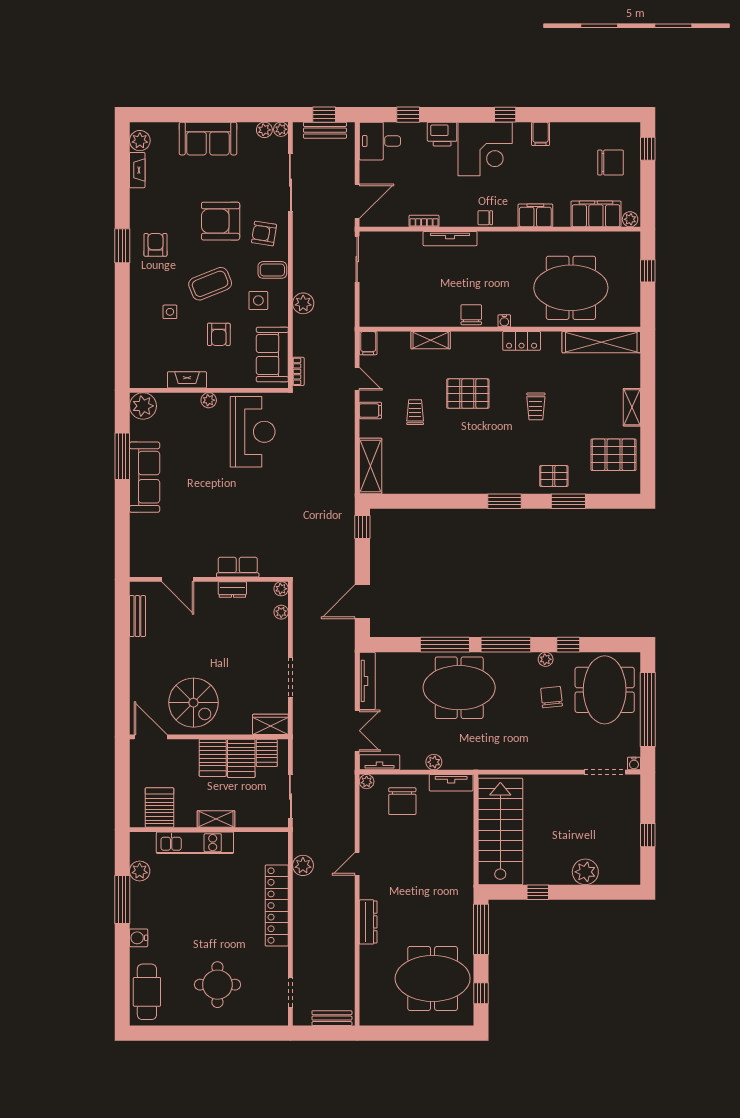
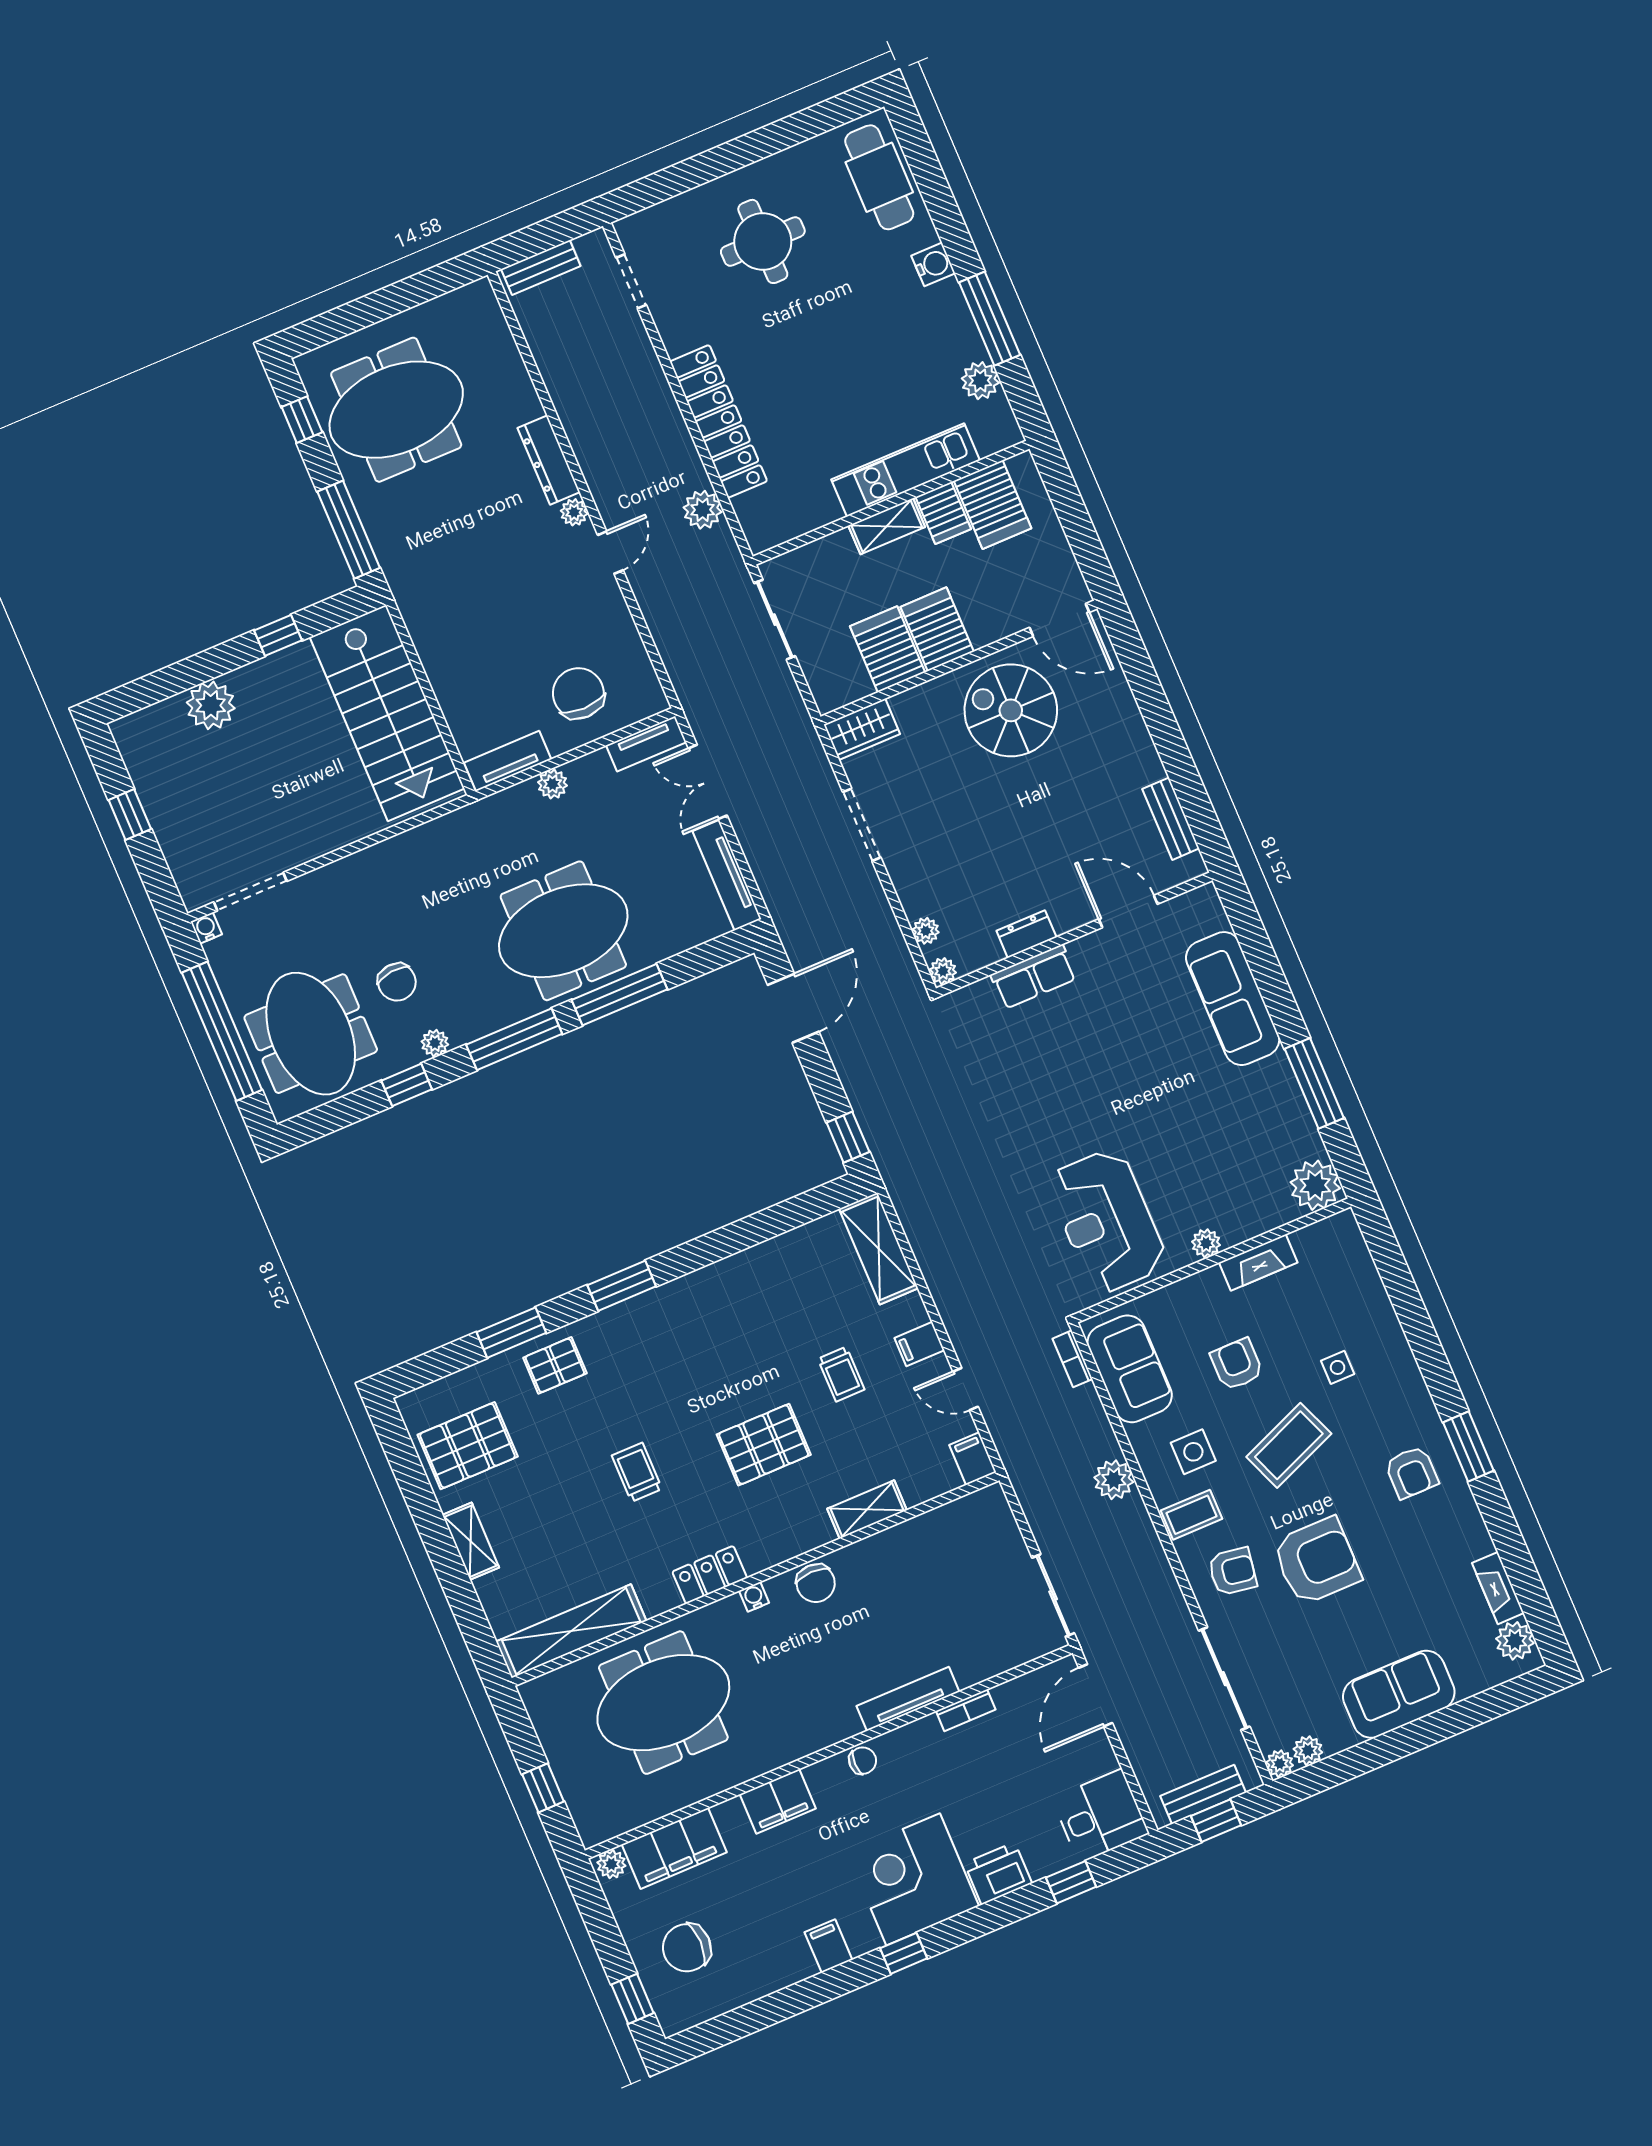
sofa: (145, 477) -> (1233, 999), moved
server rack: (267, 753) -> (943, 513), moved, turned 180
plant: (367, 782) -> (574, 512), moved

